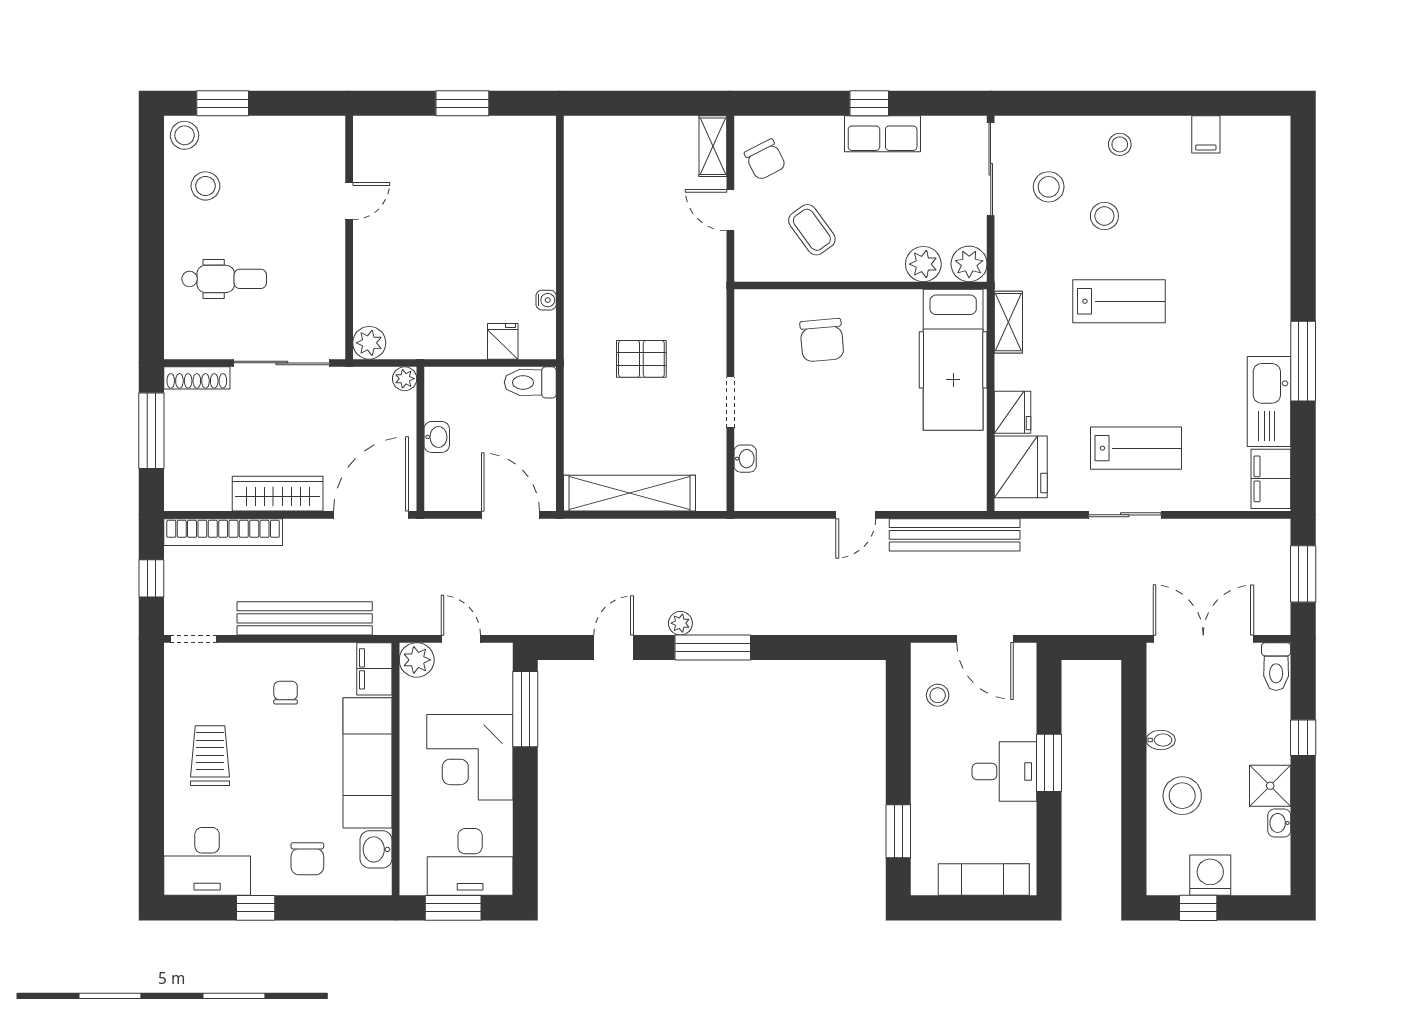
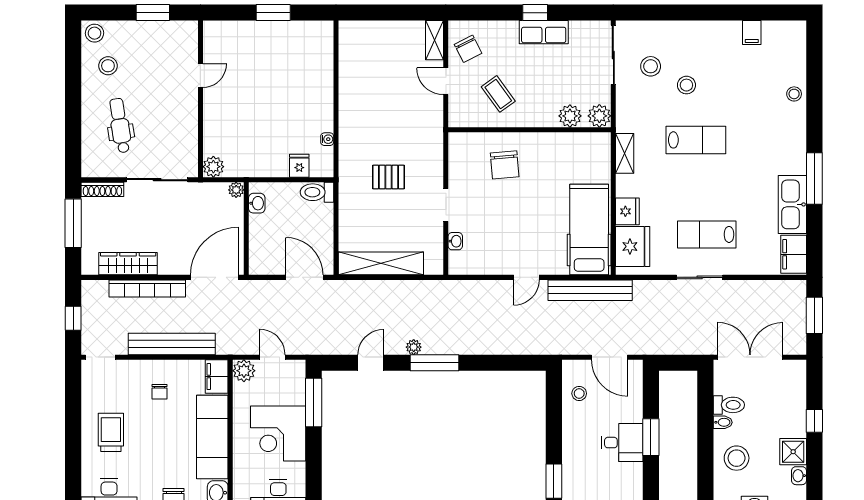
window: (223, 103) -> (153, 13), moved
stool: (1120, 144) -> (794, 94), moved
dental chair: (224, 279) -> (120, 126), turned -99
hospital bed: (953, 360) -> (589, 230), moved, turned 180
washbasin: (437, 437) -> (257, 203), moved
lab bench: (1136, 448) -> (707, 234), turned 180
wardrobe: (278, 494) -> (128, 264), moved
bookcase: (223, 532) -> (147, 288), moved
toilet: (1276, 667) -> (729, 405), moved, turned -90
chair: (286, 693) -> (160, 392), turned 180

